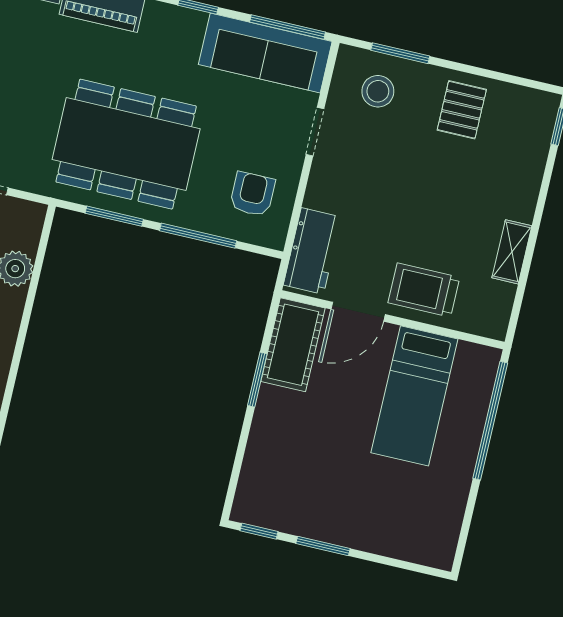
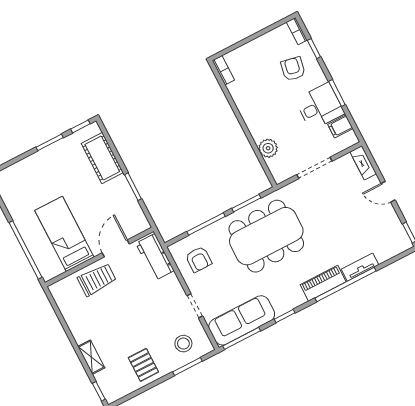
shelving: (512, 252) -> (91, 357), moved
cot: (293, 345) -> (102, 158), moved

